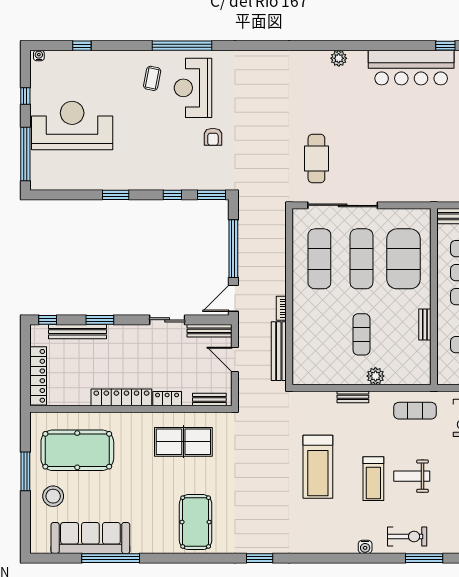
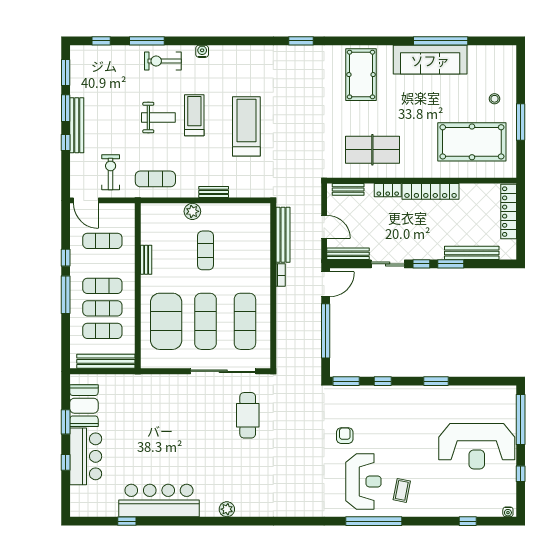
window: (48, 320) -> (421, 264), moved
stool: (53, 496) -> (495, 99), width x0.53, depth x0.53
sofa: (90, 538) -> (430, 60), moved

